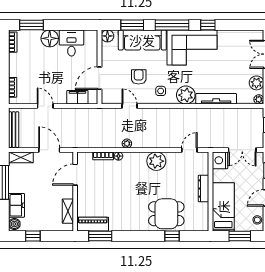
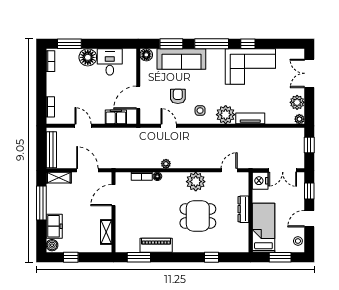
corner sofa: (192, 48) -> (250, 67), moved
tv unit: (216, 99) -> (250, 118), width x0.71
dining table: (166, 214) -> (198, 216), moved
piano: (93, 224) -> (156, 245), moved

